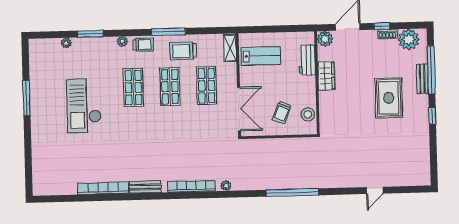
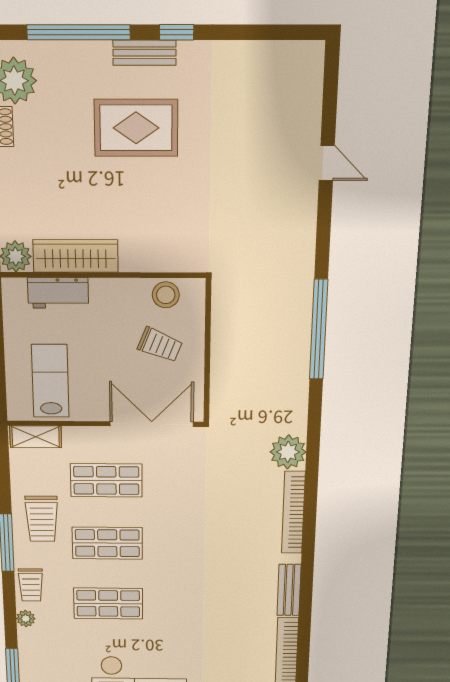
trolley: (143, 45) -> (31, 585), turned 180
wardrobe: (326, 76) -> (76, 256), width x1.50
bench: (422, 79) -> (144, 53), moved
plant: (226, 186) -> (288, 452), width x1.88, depth x1.88

